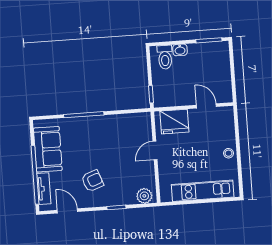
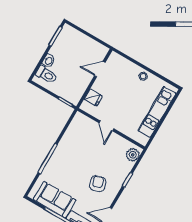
fridge: (174, 122) -> (93, 97), width x0.53, depth x0.75

